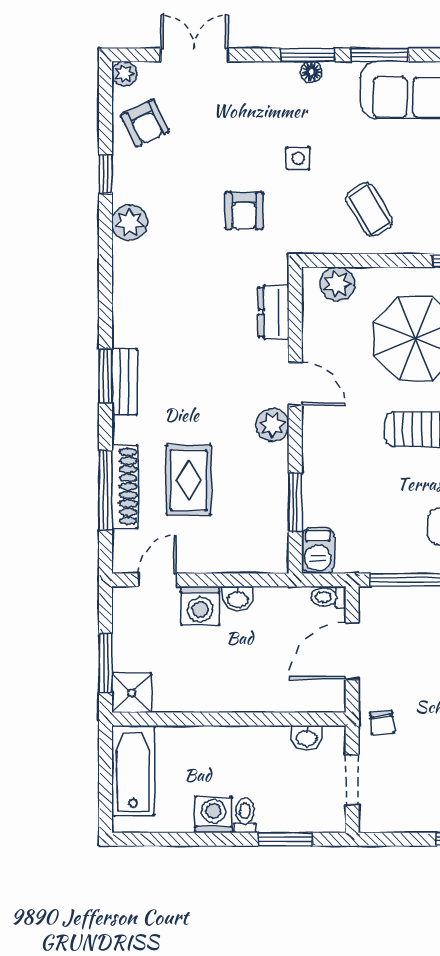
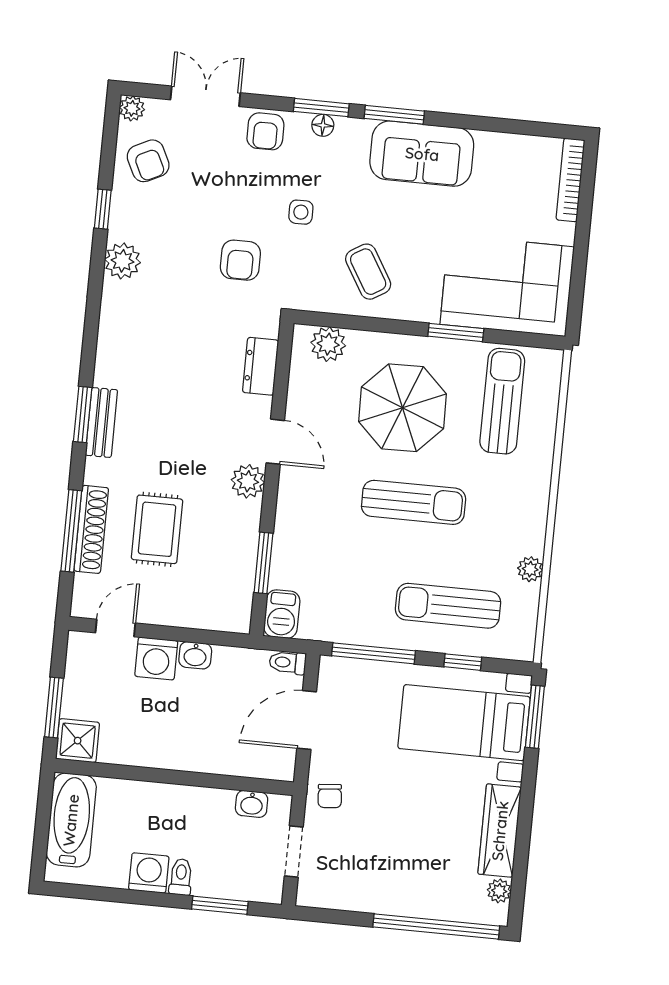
armchair: (256, 83) -> (265, 131), added

